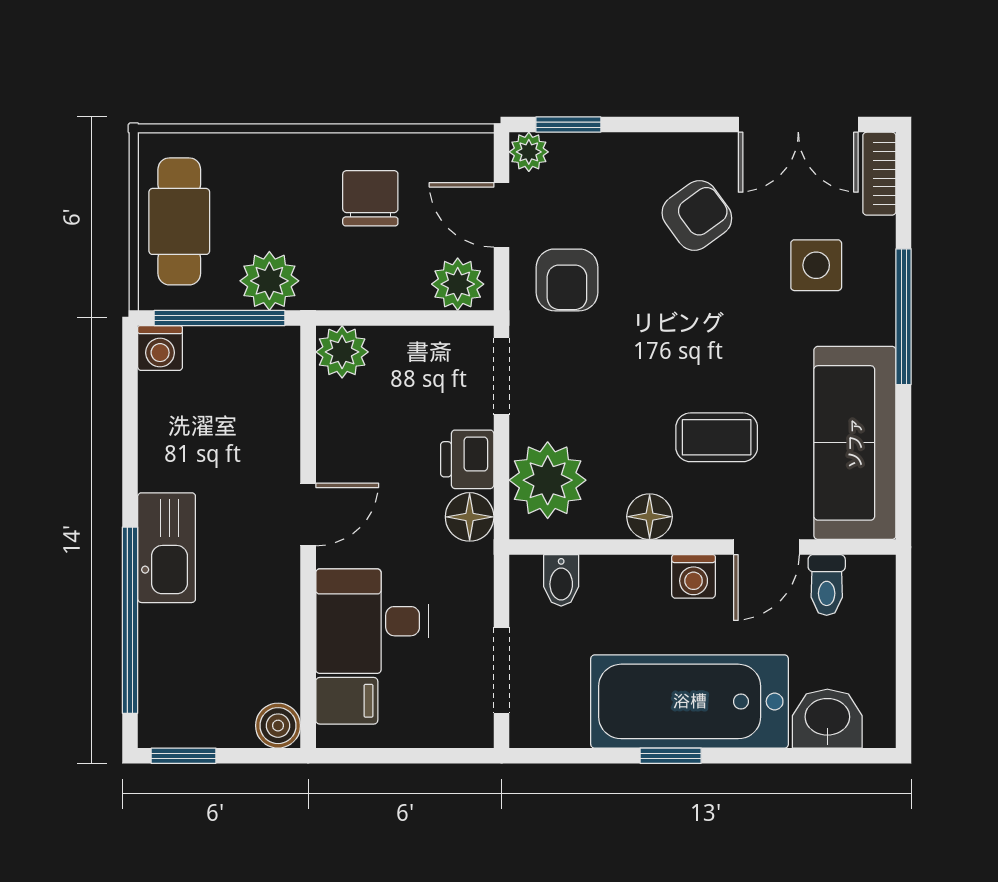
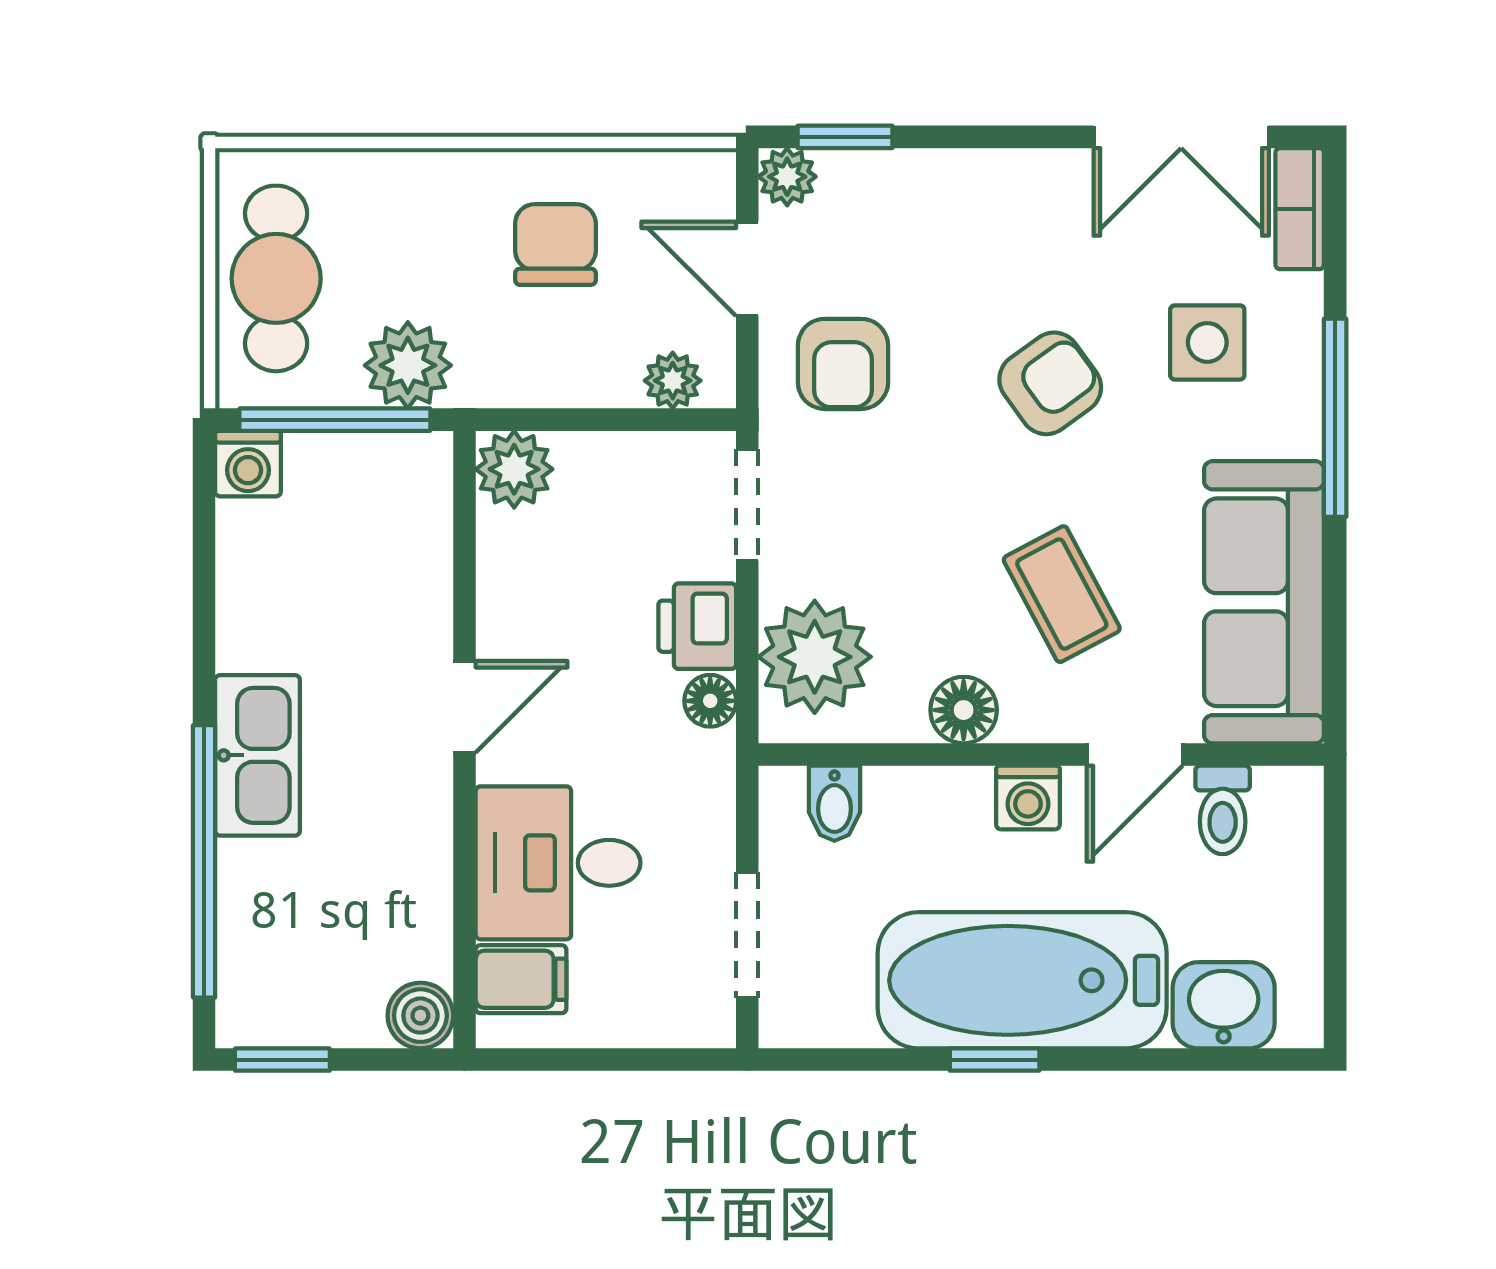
armchair: (697, 215) -> (1050, 383), moved
plant: (458, 284) -> (673, 381), width x0.73, depth x0.73
coffee table: (717, 437) -> (1062, 594), turned 62
floor lamp: (470, 517) -> (710, 701), width x0.73, depth x0.73

